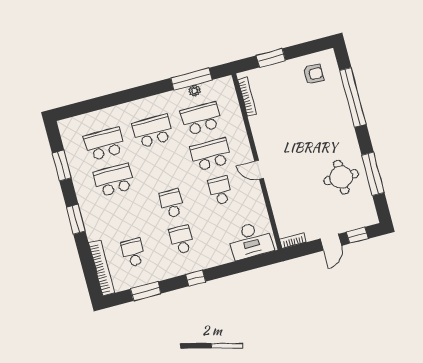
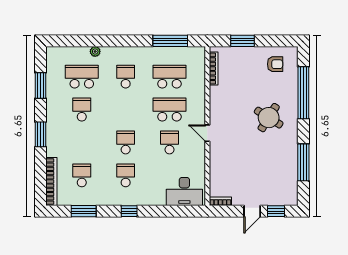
plant: (194, 91) -> (95, 51), moved
school desk: (153, 131) -> (126, 77), width x0.54
round table: (341, 177) -> (269, 118), moved, turned 32
school desk: (114, 180) -> (82, 110), width x0.54

